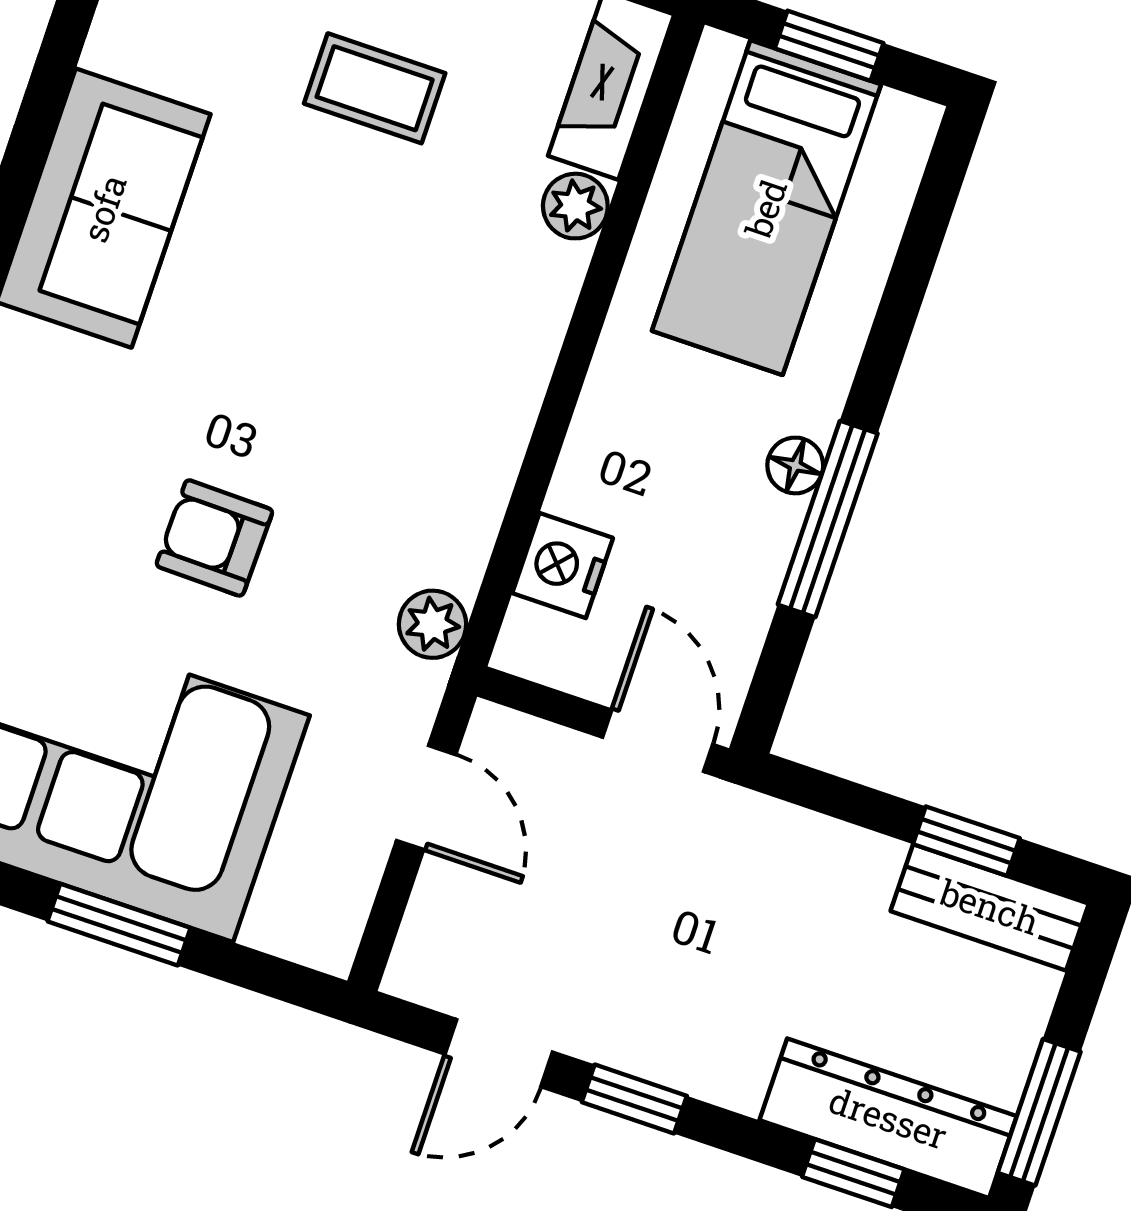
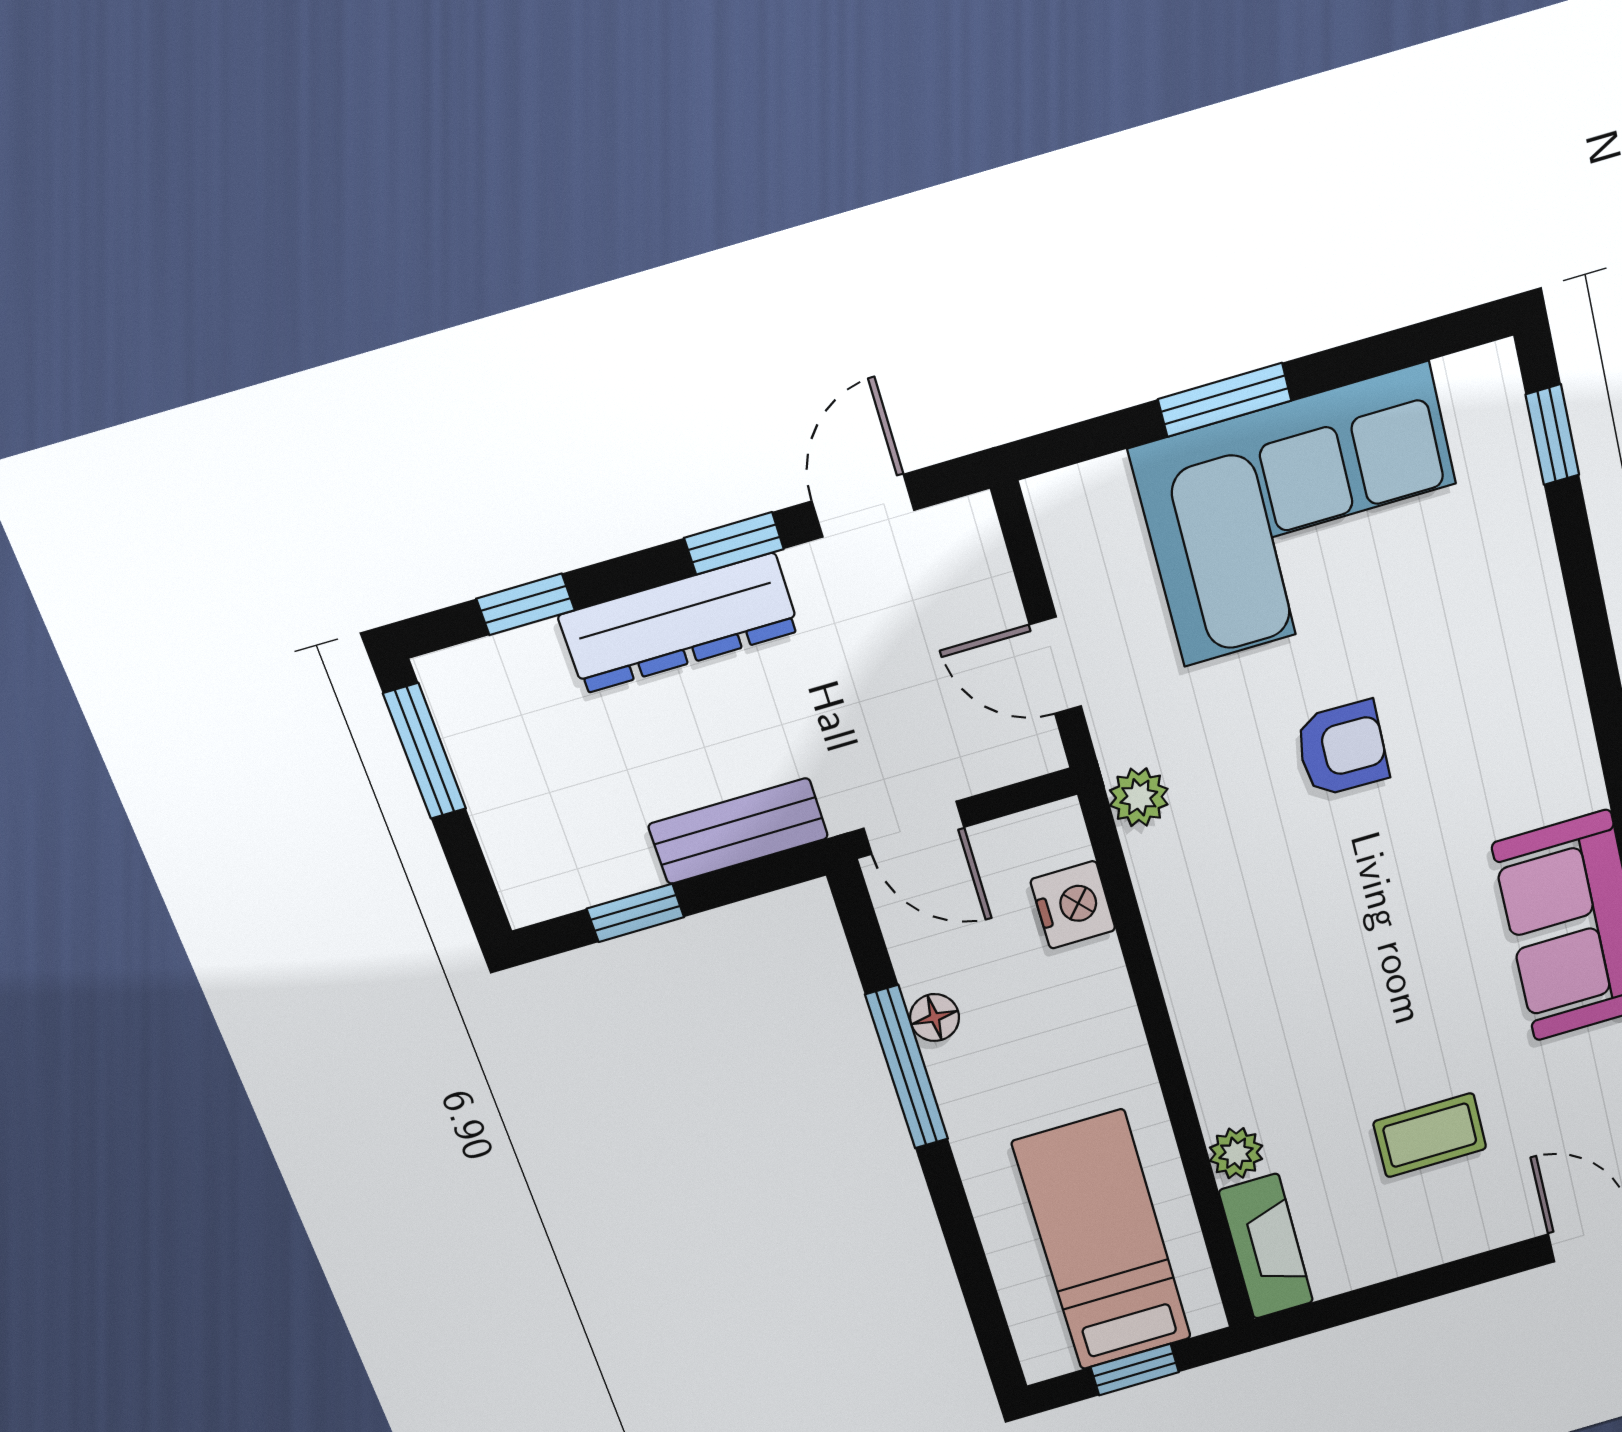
floor lamp: (795, 465) -> (935, 1018), moved
bench: (990, 907) -> (738, 831), moved
dresser: (888, 1118) -> (679, 623), moved

